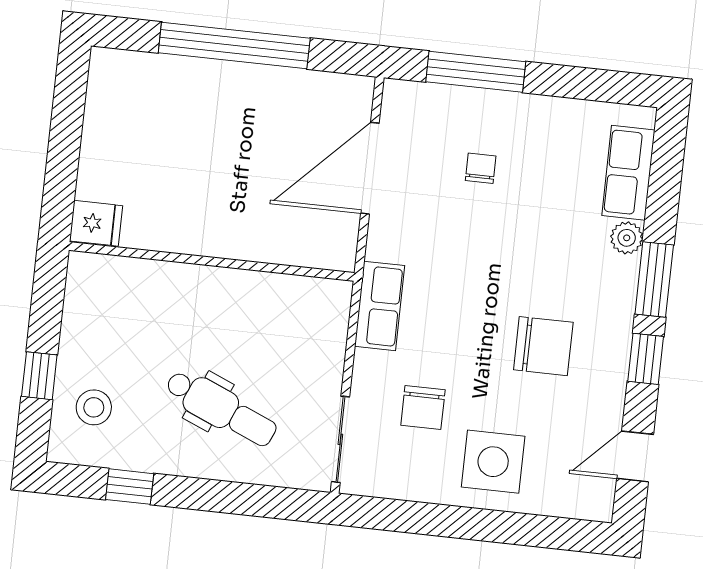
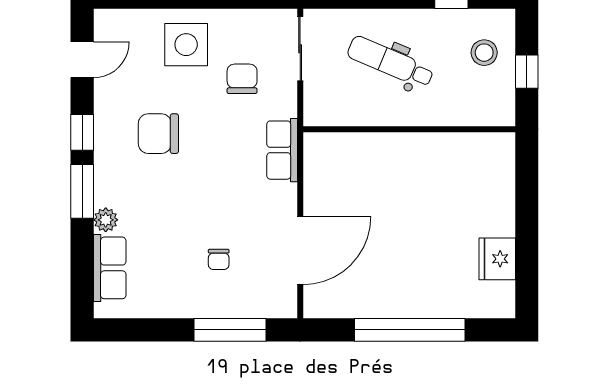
fridge: (96, 223) -> (497, 259), moved, width x1.38
wall: (212, 261) -> (409, 129), moved

